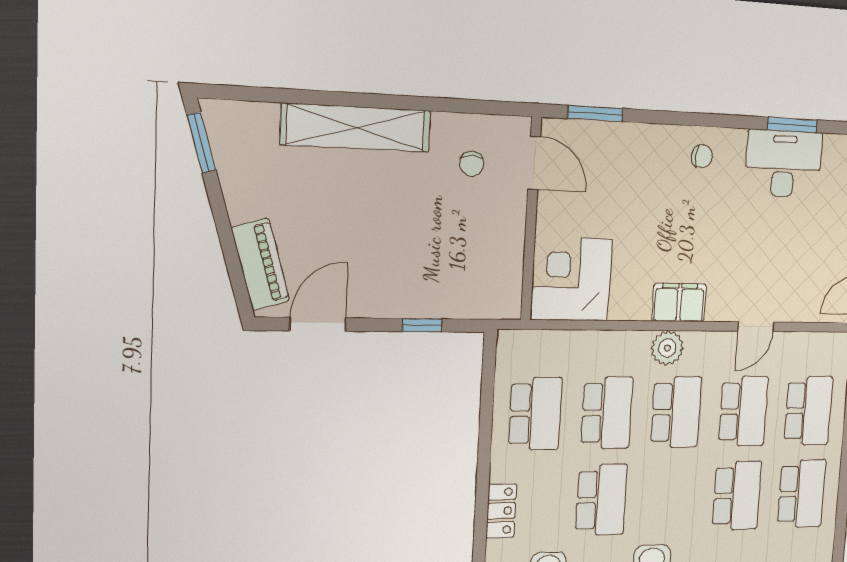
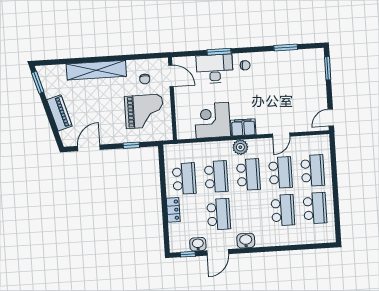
window: (595, 114) -> (219, 52), moved
desk: (783, 164) -> (215, 69), moved
grand piano: (462, 244) -> (144, 111), added
piano: (260, 264) -> (59, 113), moved
corner desk: (571, 279) -> (212, 120), moved
locker: (501, 511) -> (173, 210), moved

